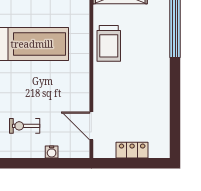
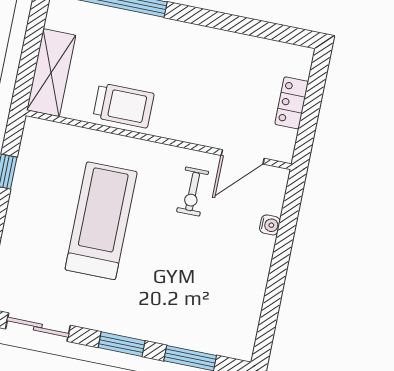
exercise bike: (25, 126) -> (193, 192), moved

